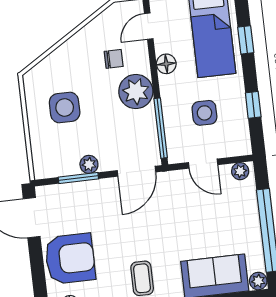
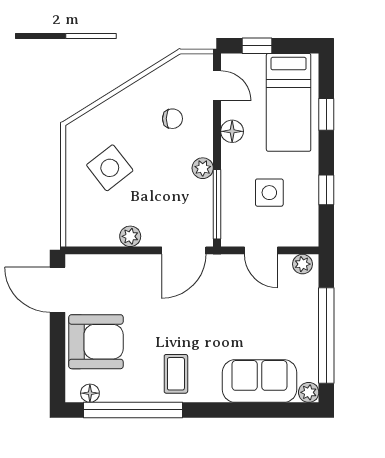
door: (149, 26) -> (217, 86), swing flipped
plant: (136, 92) -> (203, 168), width x0.53, depth x0.53
side table: (65, 107) -> (110, 168), turned -38
window: (78, 178) -> (116, 250), removed

